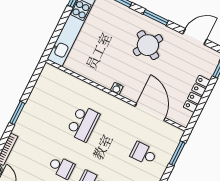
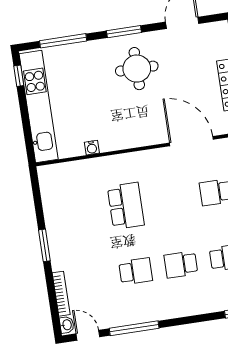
round table: (148, 45) -> (137, 69), turned -32
water cooler: (117, 89) -> (92, 148), moved

